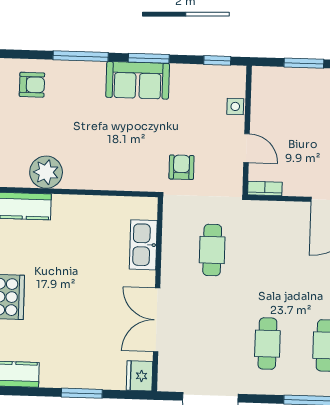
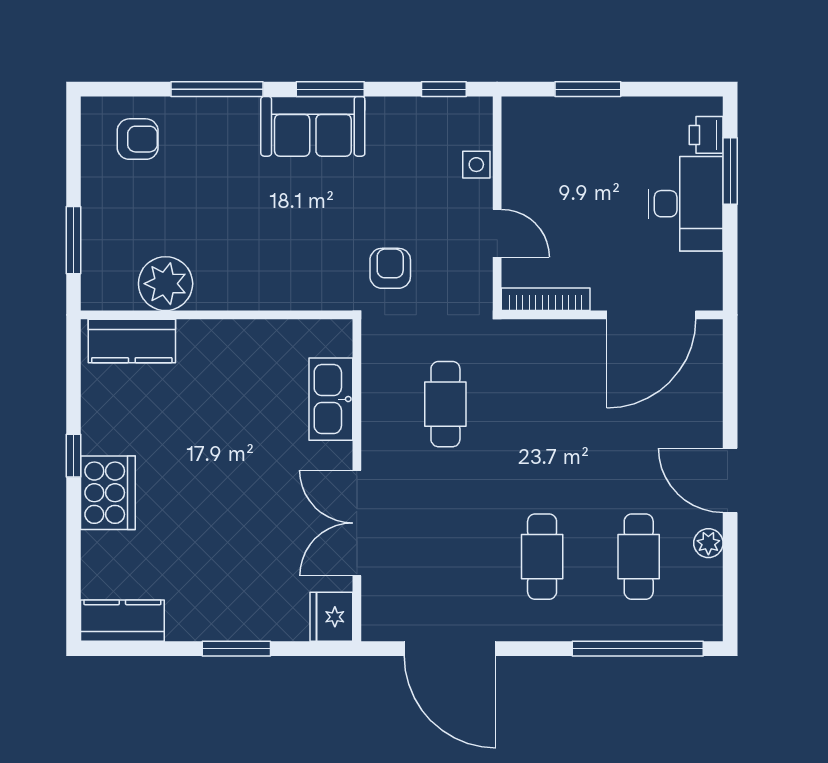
bookcase: (265, 189) -> (546, 299), width x1.56

